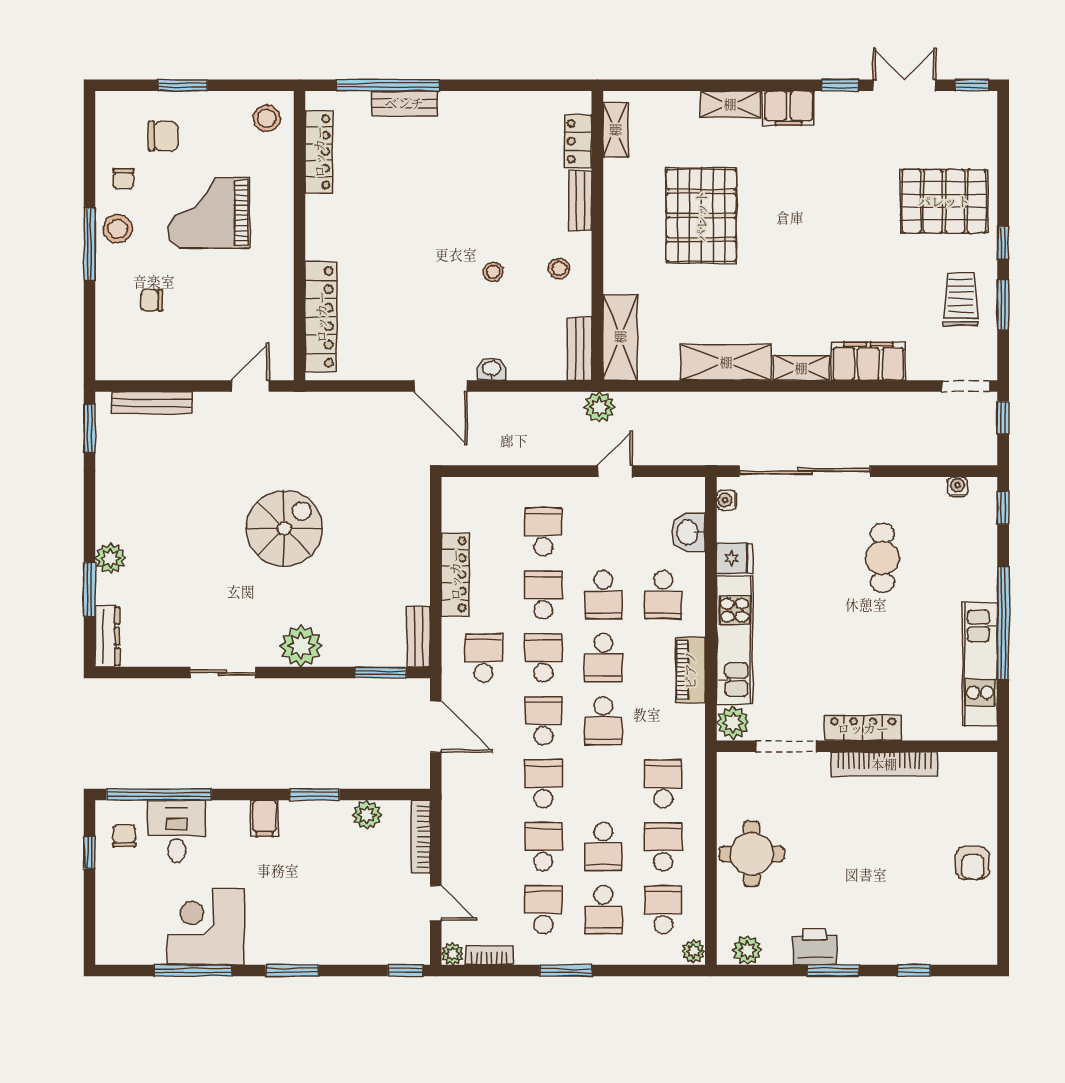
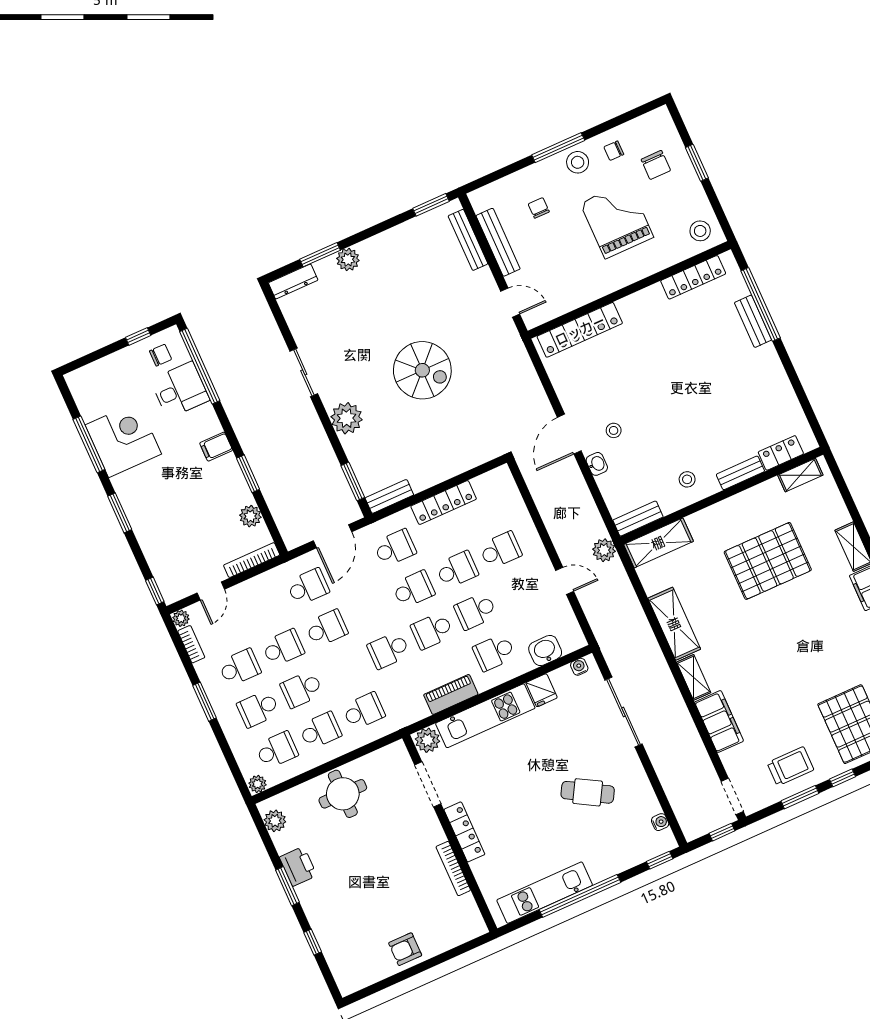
stool: (493, 272) -> (614, 430), moved
bench: (171, 368) -> (498, 242), added
sliding door: (805, 471) -> (624, 712), width x0.73
cafe table: (882, 558) -> (588, 792), turned 30
school desk: (543, 721) -> (308, 587), moved
bookcase: (884, 764) -> (453, 869), width x0.68, depth x0.76

